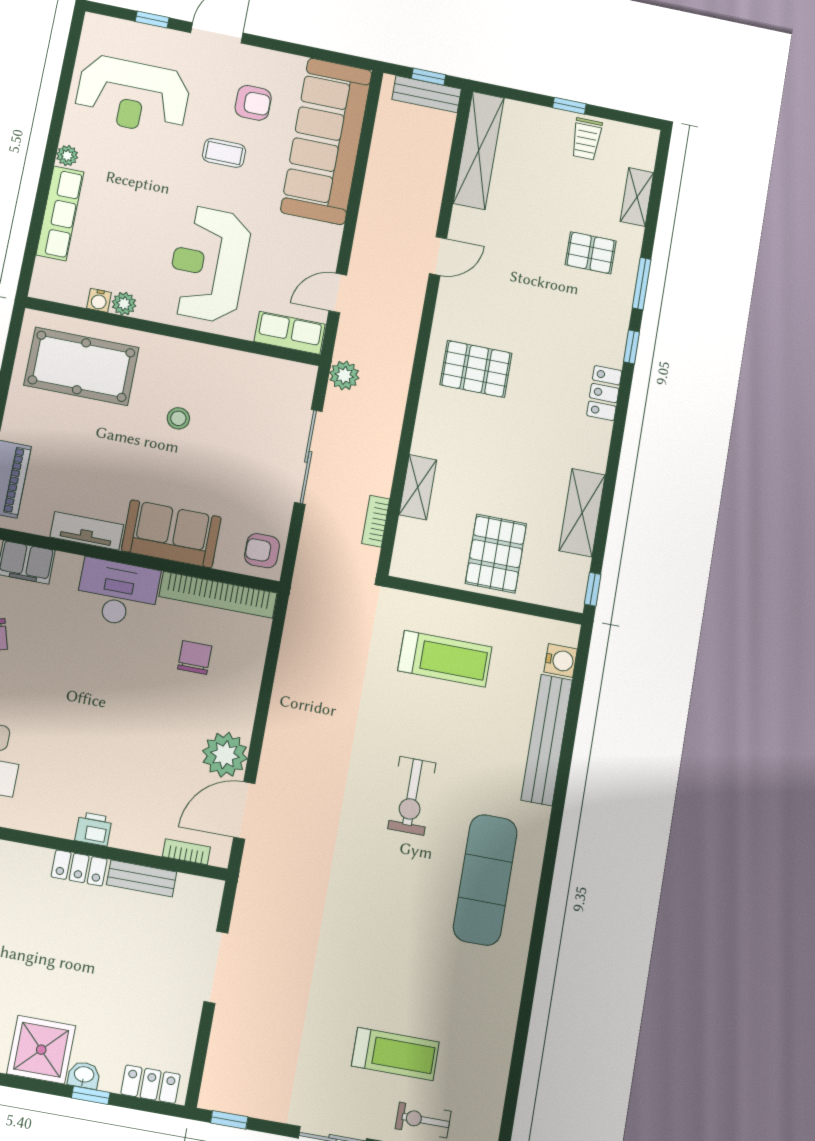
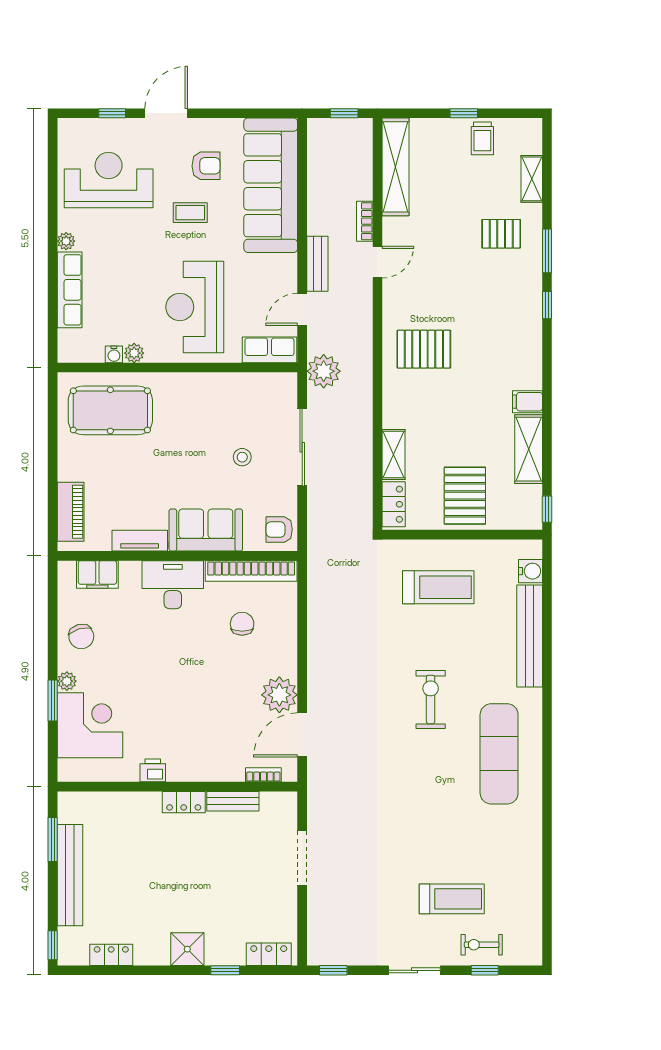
bench: (427, 94) -> (317, 264), moved, turned 90
reception desk: (133, 95) -> (109, 180), turned 180
plant: (344, 375) -> (324, 371), width x1.36, depth x1.36
locker: (604, 393) -> (394, 504), moved, turned 180
stool: (178, 418) -> (242, 457), moved
filing cabinet: (590, 456) -> (527, 402), added
bookcase: (376, 521) -> (365, 221), moved
exercise bike: (412, 796) -> (431, 699), turned 180
printer: (94, 829) -> (153, 770), moved
shower: (41, 1050) -> (187, 949), width x0.73, depth x0.73
washbasin: (84, 1075) -> (217, 956), removed

